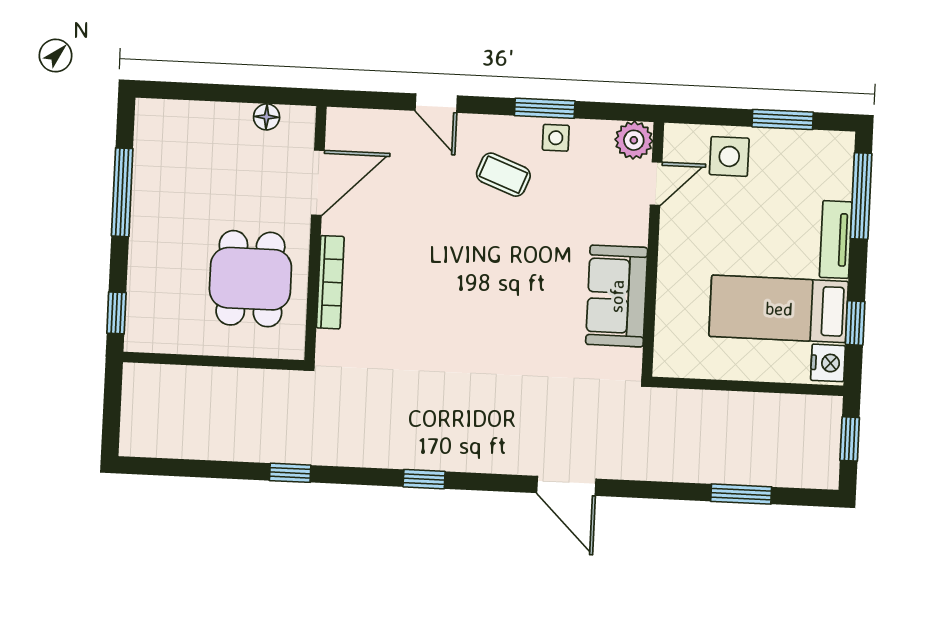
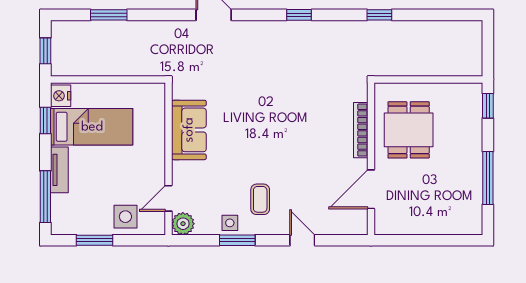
floor lamp: (267, 117) -> (404, 227), removed
coffee table: (503, 175) -> (260, 199), turned 69

